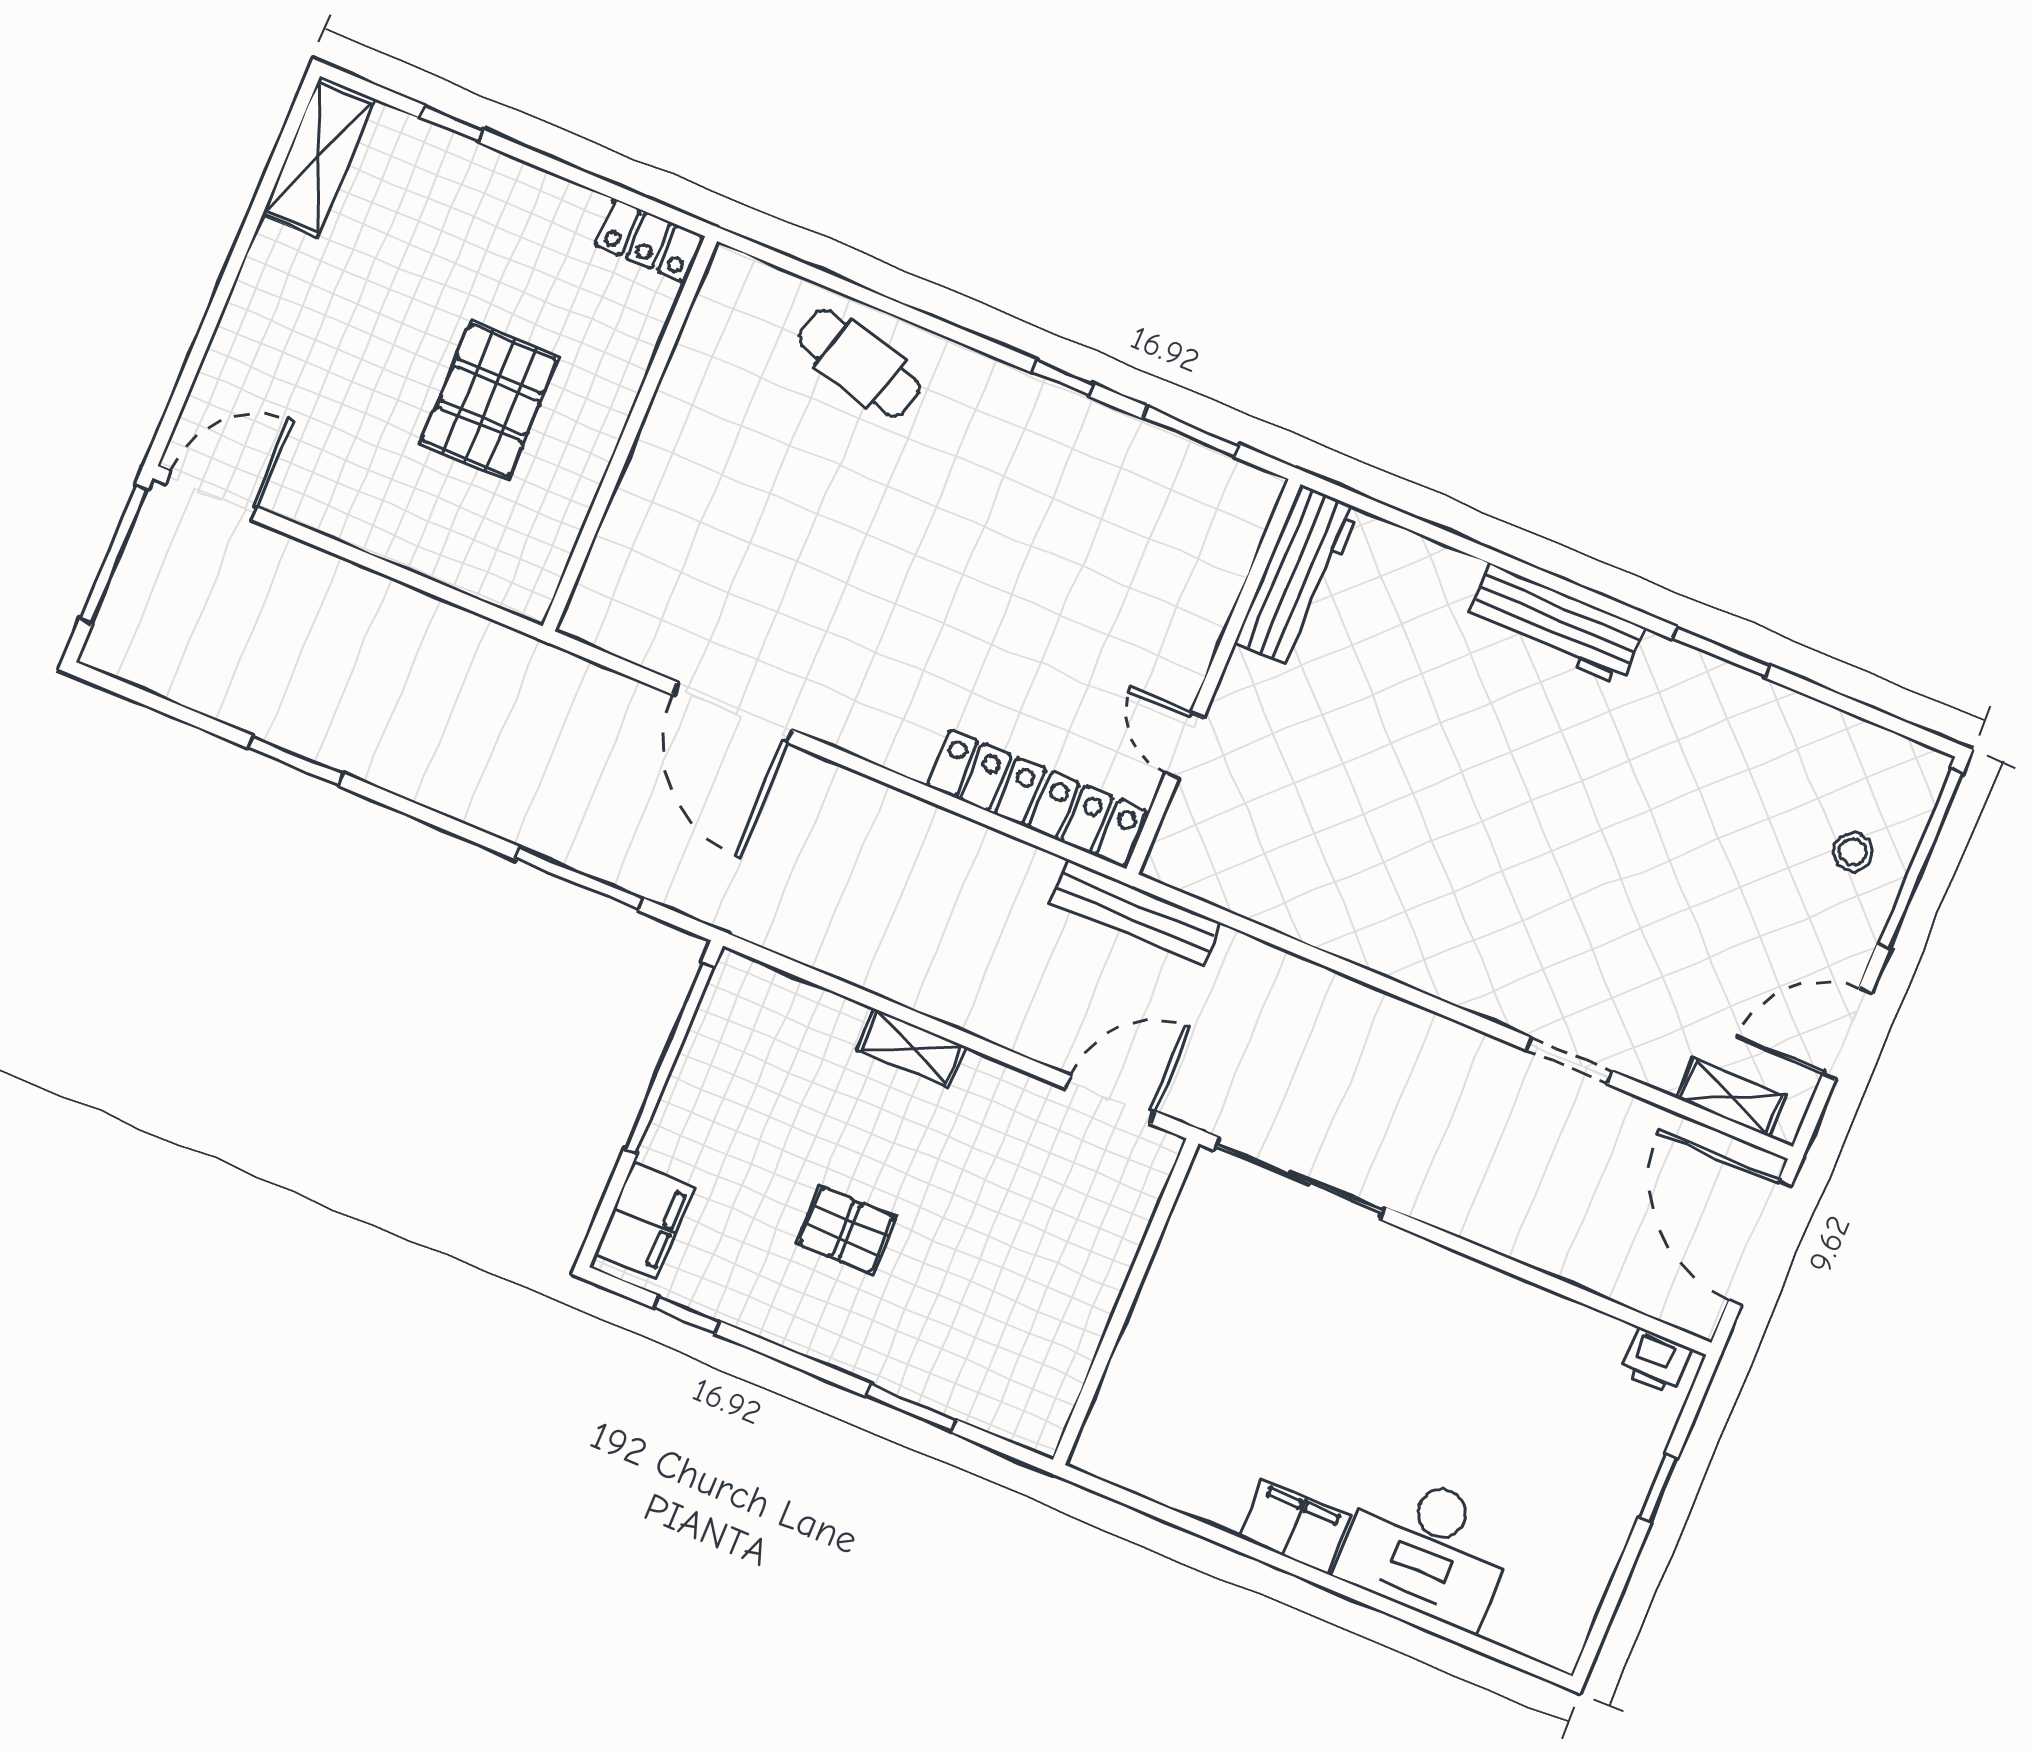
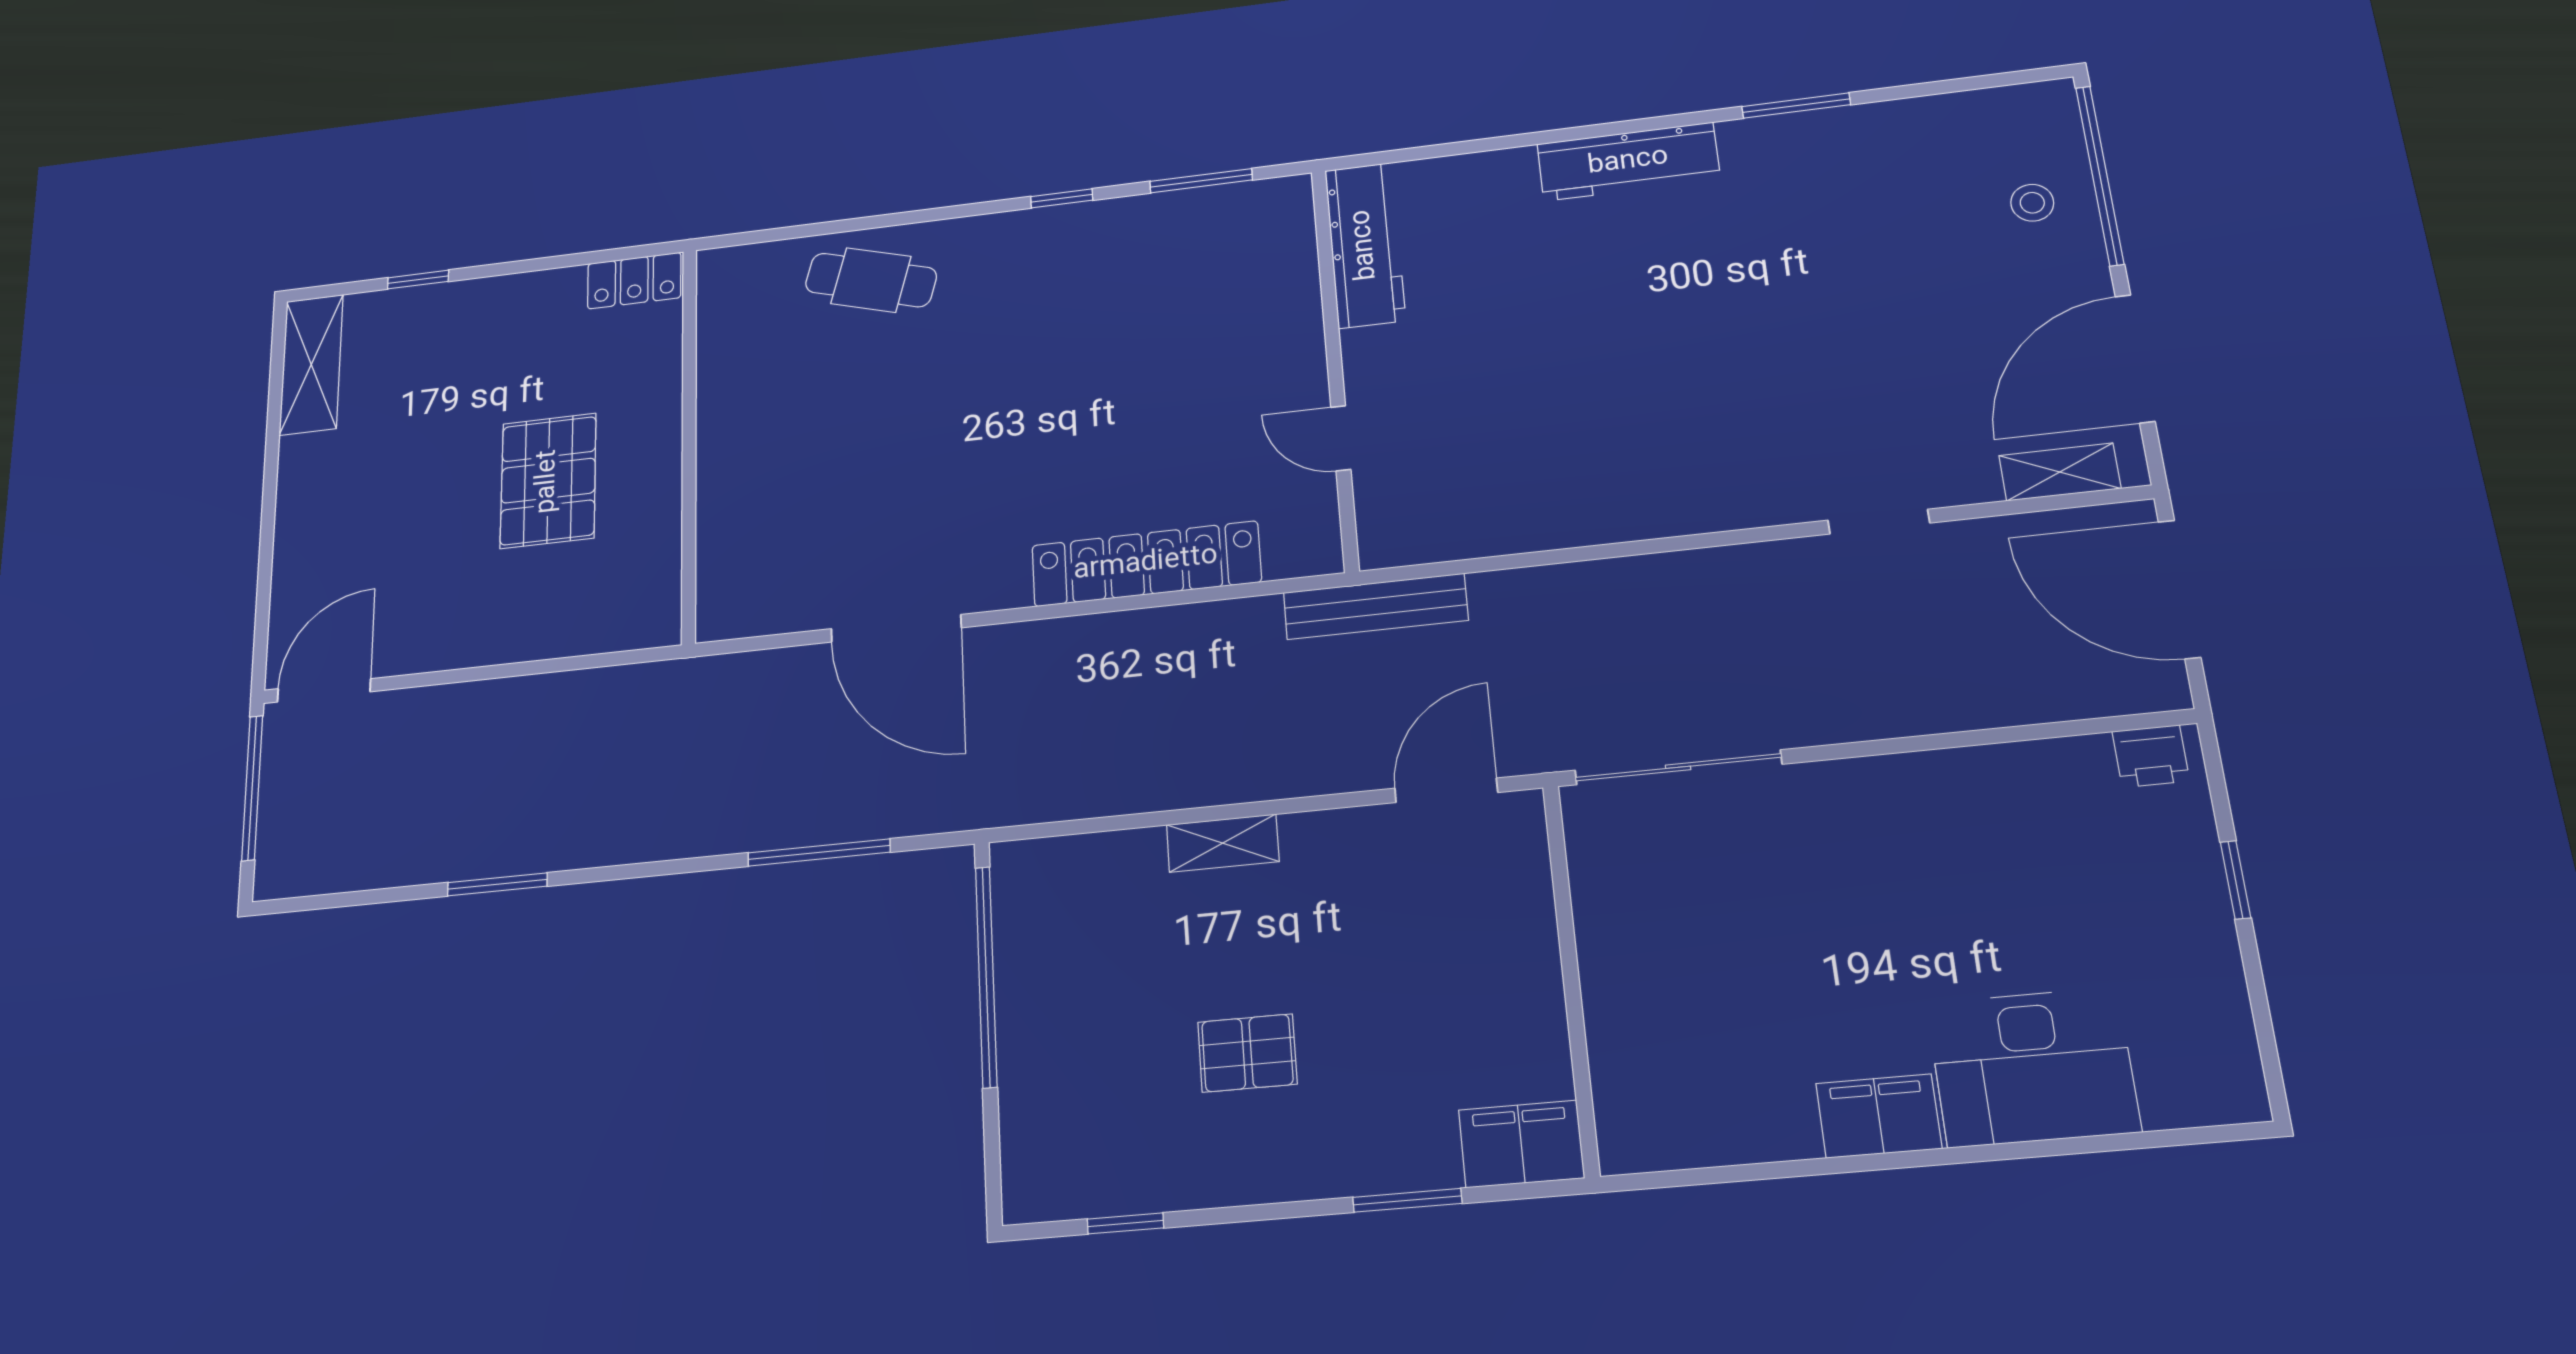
locker: (1037, 798) -> (1146, 564), moved
door: (1847, 1034) -> (2135, 359), width x1.36
filing cabinet: (645, 1221) -> (1521, 1144), moved, turned -90

